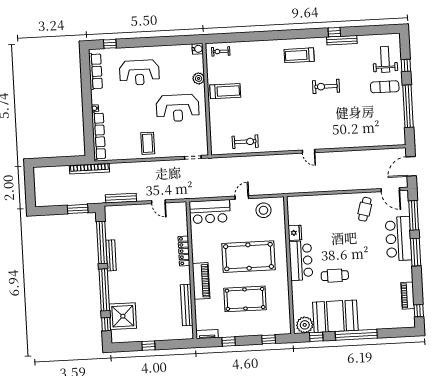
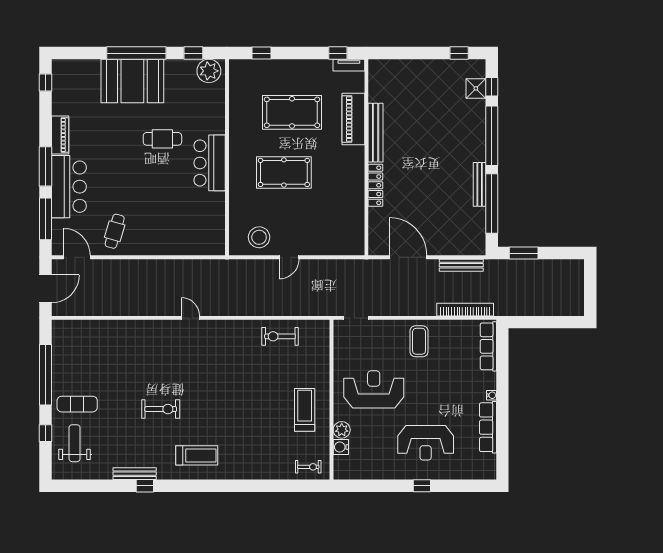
window: (110, 44) -> (422, 486), moved
water cooler: (198, 49) -> (341, 447), moved
weight bench: (385, 59) -> (75, 443), turned 180
row of seats: (96, 71) -> (488, 427), moved
reception desk: (139, 73) -> (426, 443), turned 180
treadmill: (225, 91) -> (305, 410), turned 90
row of seats: (99, 136) -> (488, 346), width x0.73
bookcase: (89, 169) -> (465, 310), moved
door: (158, 202) -> (408, 257), width x1.88
bar counter: (210, 212) -> (336, 239), removed
fridge: (295, 233) -> (216, 203), removed
pool table: (249, 257) -> (284, 172), width x0.73, depth x0.76
piano: (201, 281) -> (353, 119), moved
piano: (408, 296) -> (60, 135), moved
bench: (187, 305) -> (376, 133), moved
shower: (123, 316) -> (476, 88), width x0.54, depth x0.54
booth: (335, 316) -> (132, 81), moved
window: (229, 341) -> (338, 53), moved
window: (148, 346) -> (459, 53), moved

